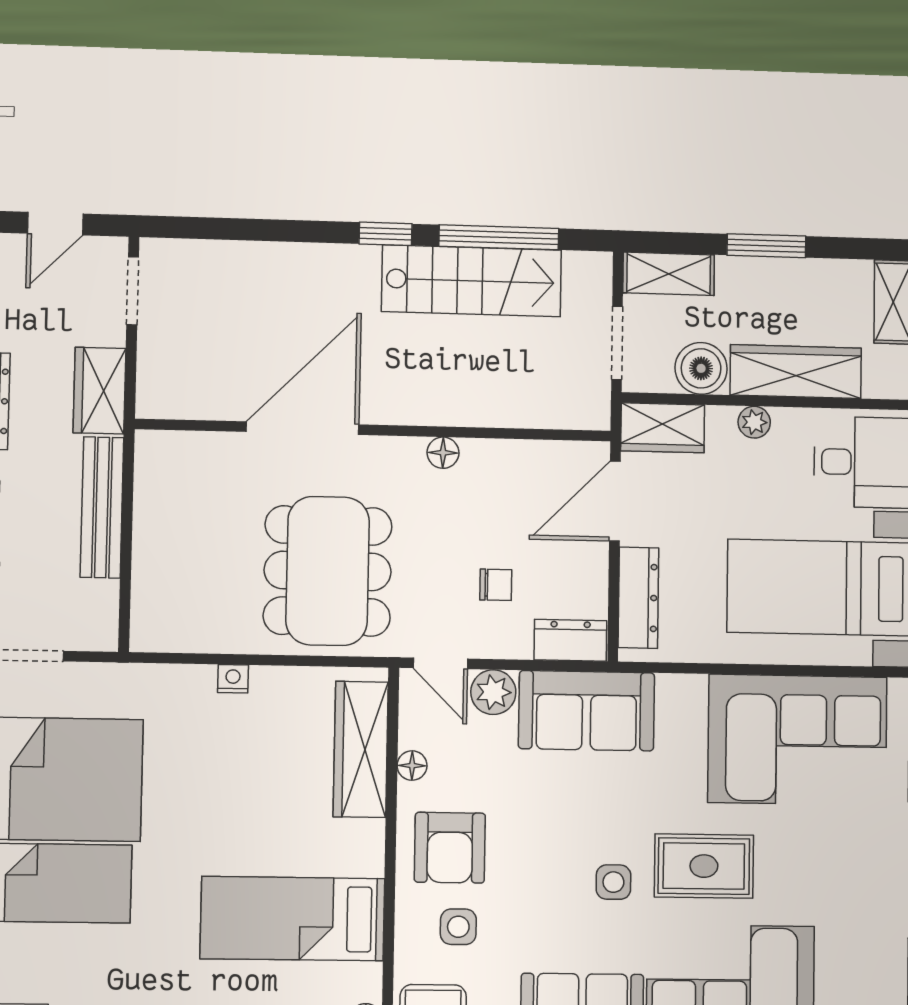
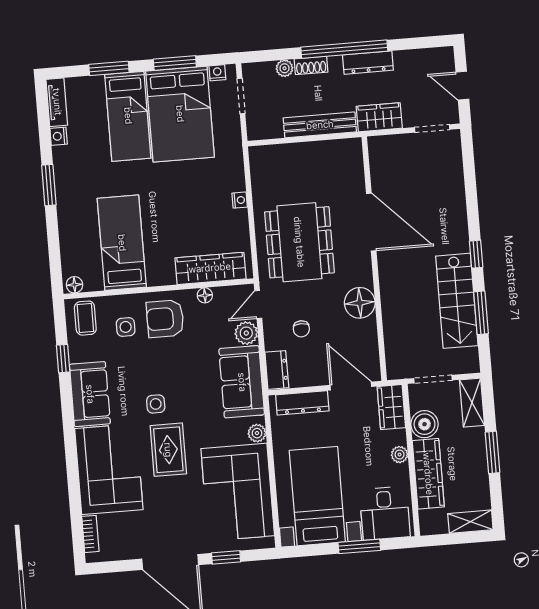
window: (499, 237) -> (481, 313), width x0.69
floor lamp: (443, 453) -> (360, 303), width x1.89, depth x1.89
dining table: (328, 571) -> (299, 242), turned 90
plant: (688, 691) -> (257, 433), added

